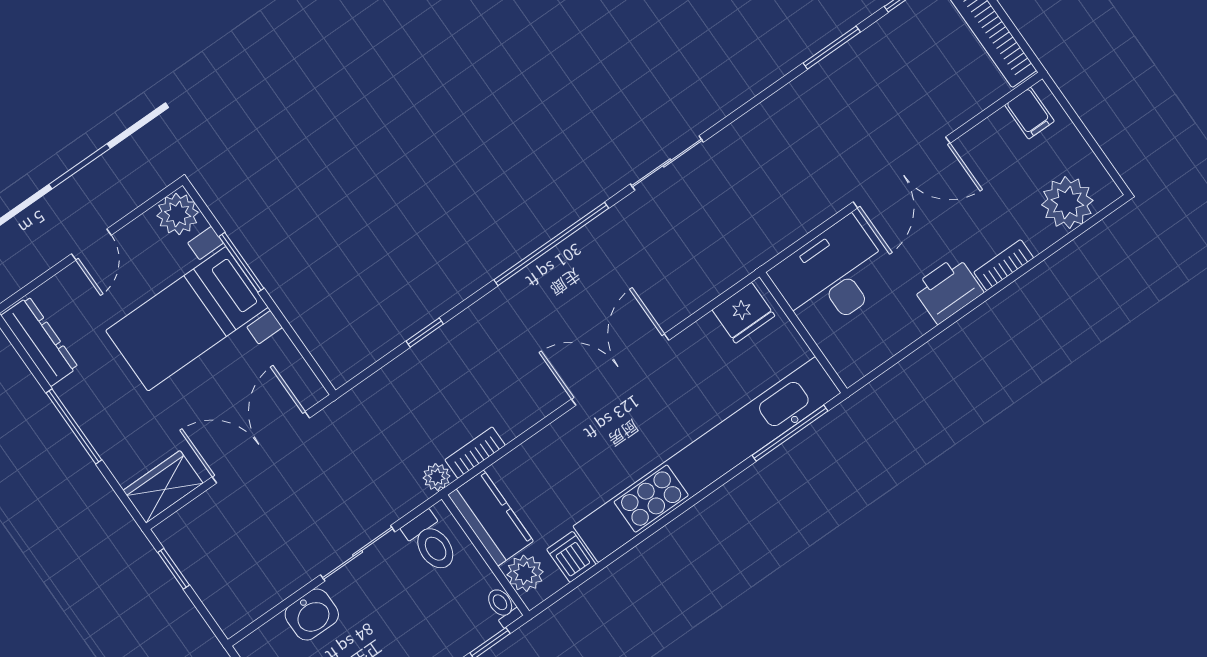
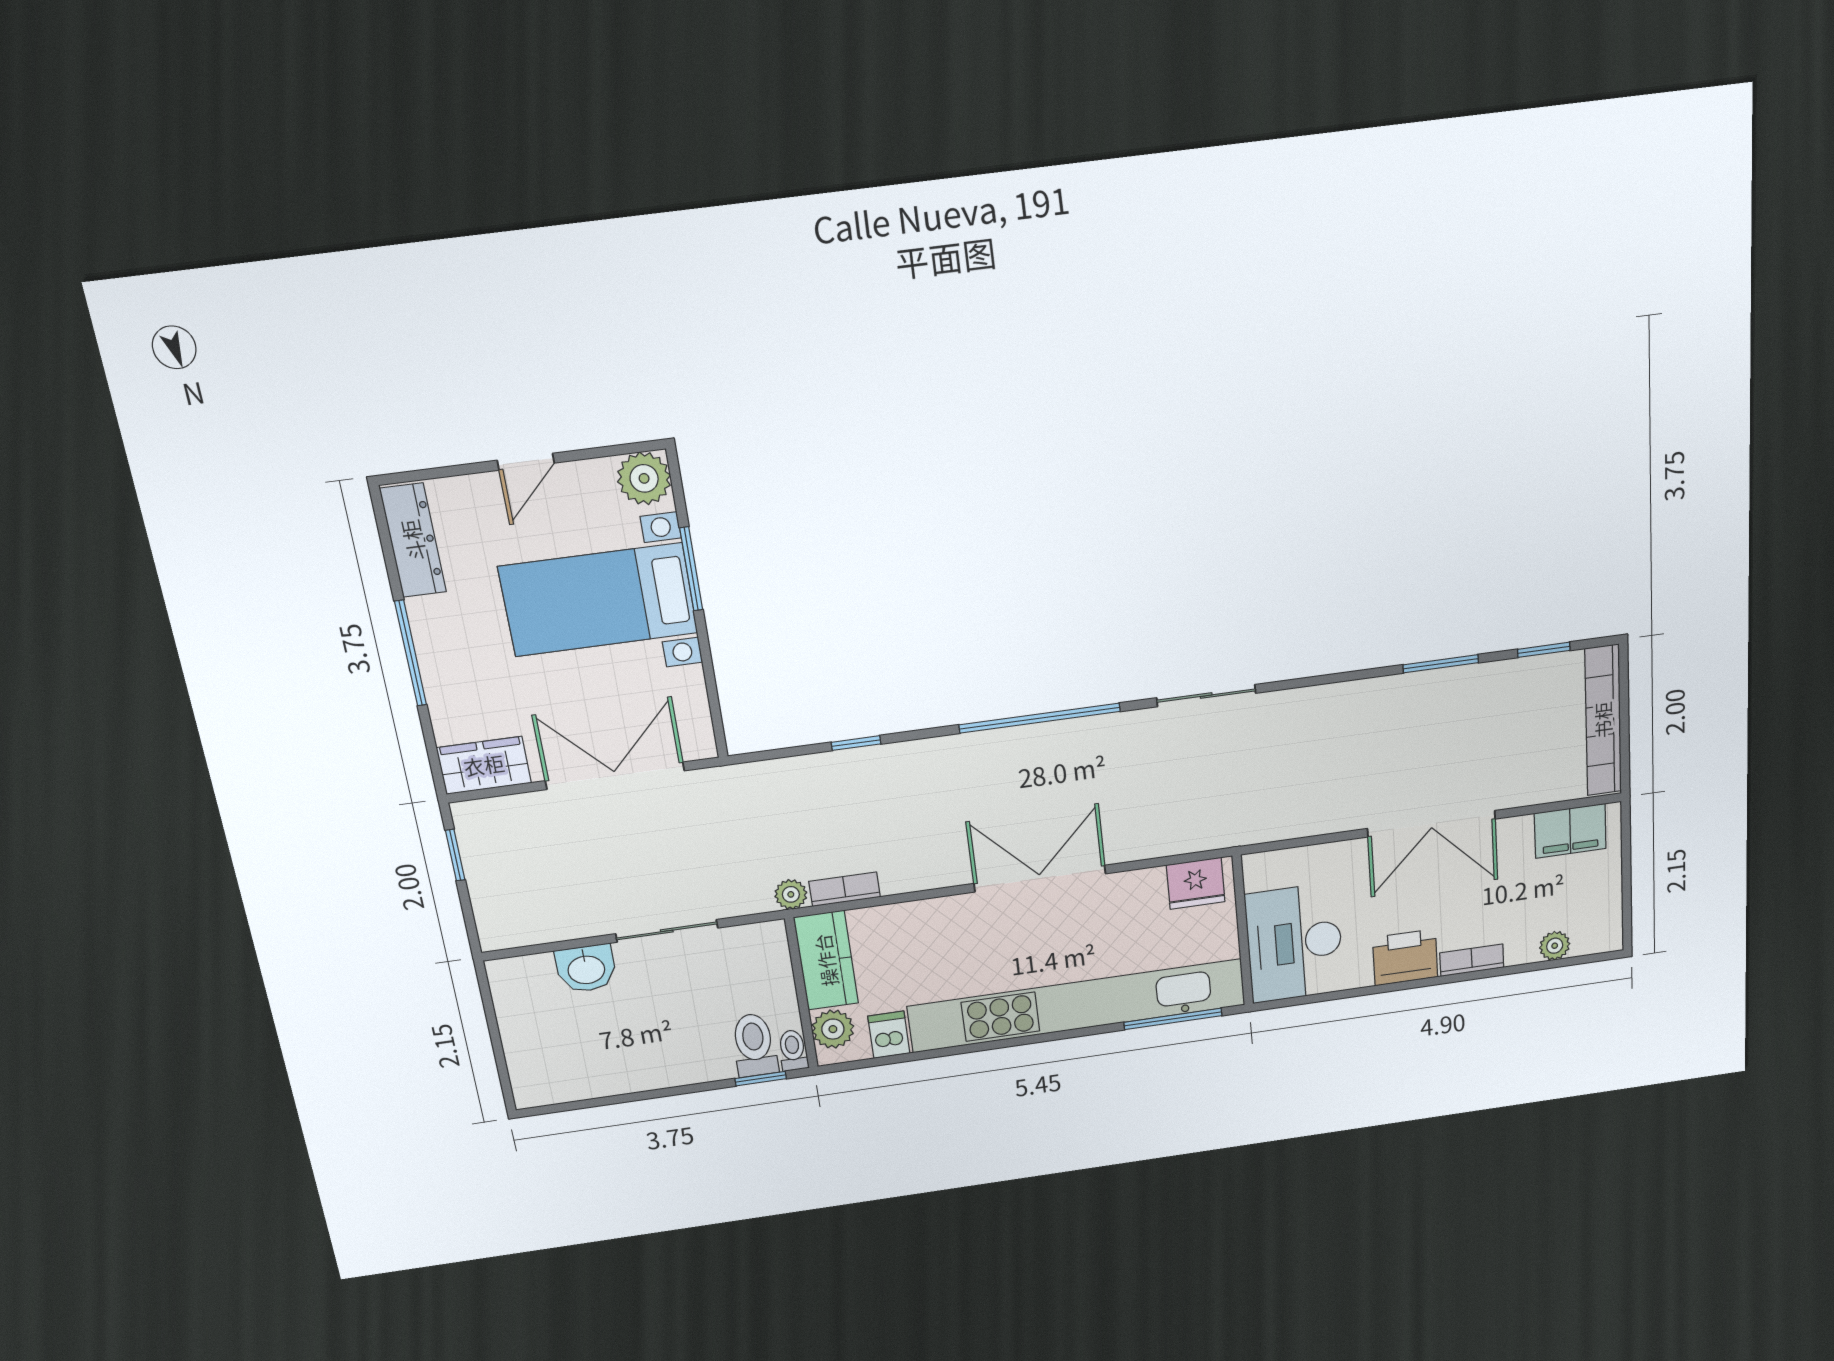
filing cabinet: (1029, 113) -> (1570, 831), width x2.00
plant: (1067, 203) -> (1555, 946), width x0.53, depth x0.53
desk: (832, 276) -> (1294, 943), moved, turned -90
toilet: (431, 542) -> (754, 1045), moved, turned 180

